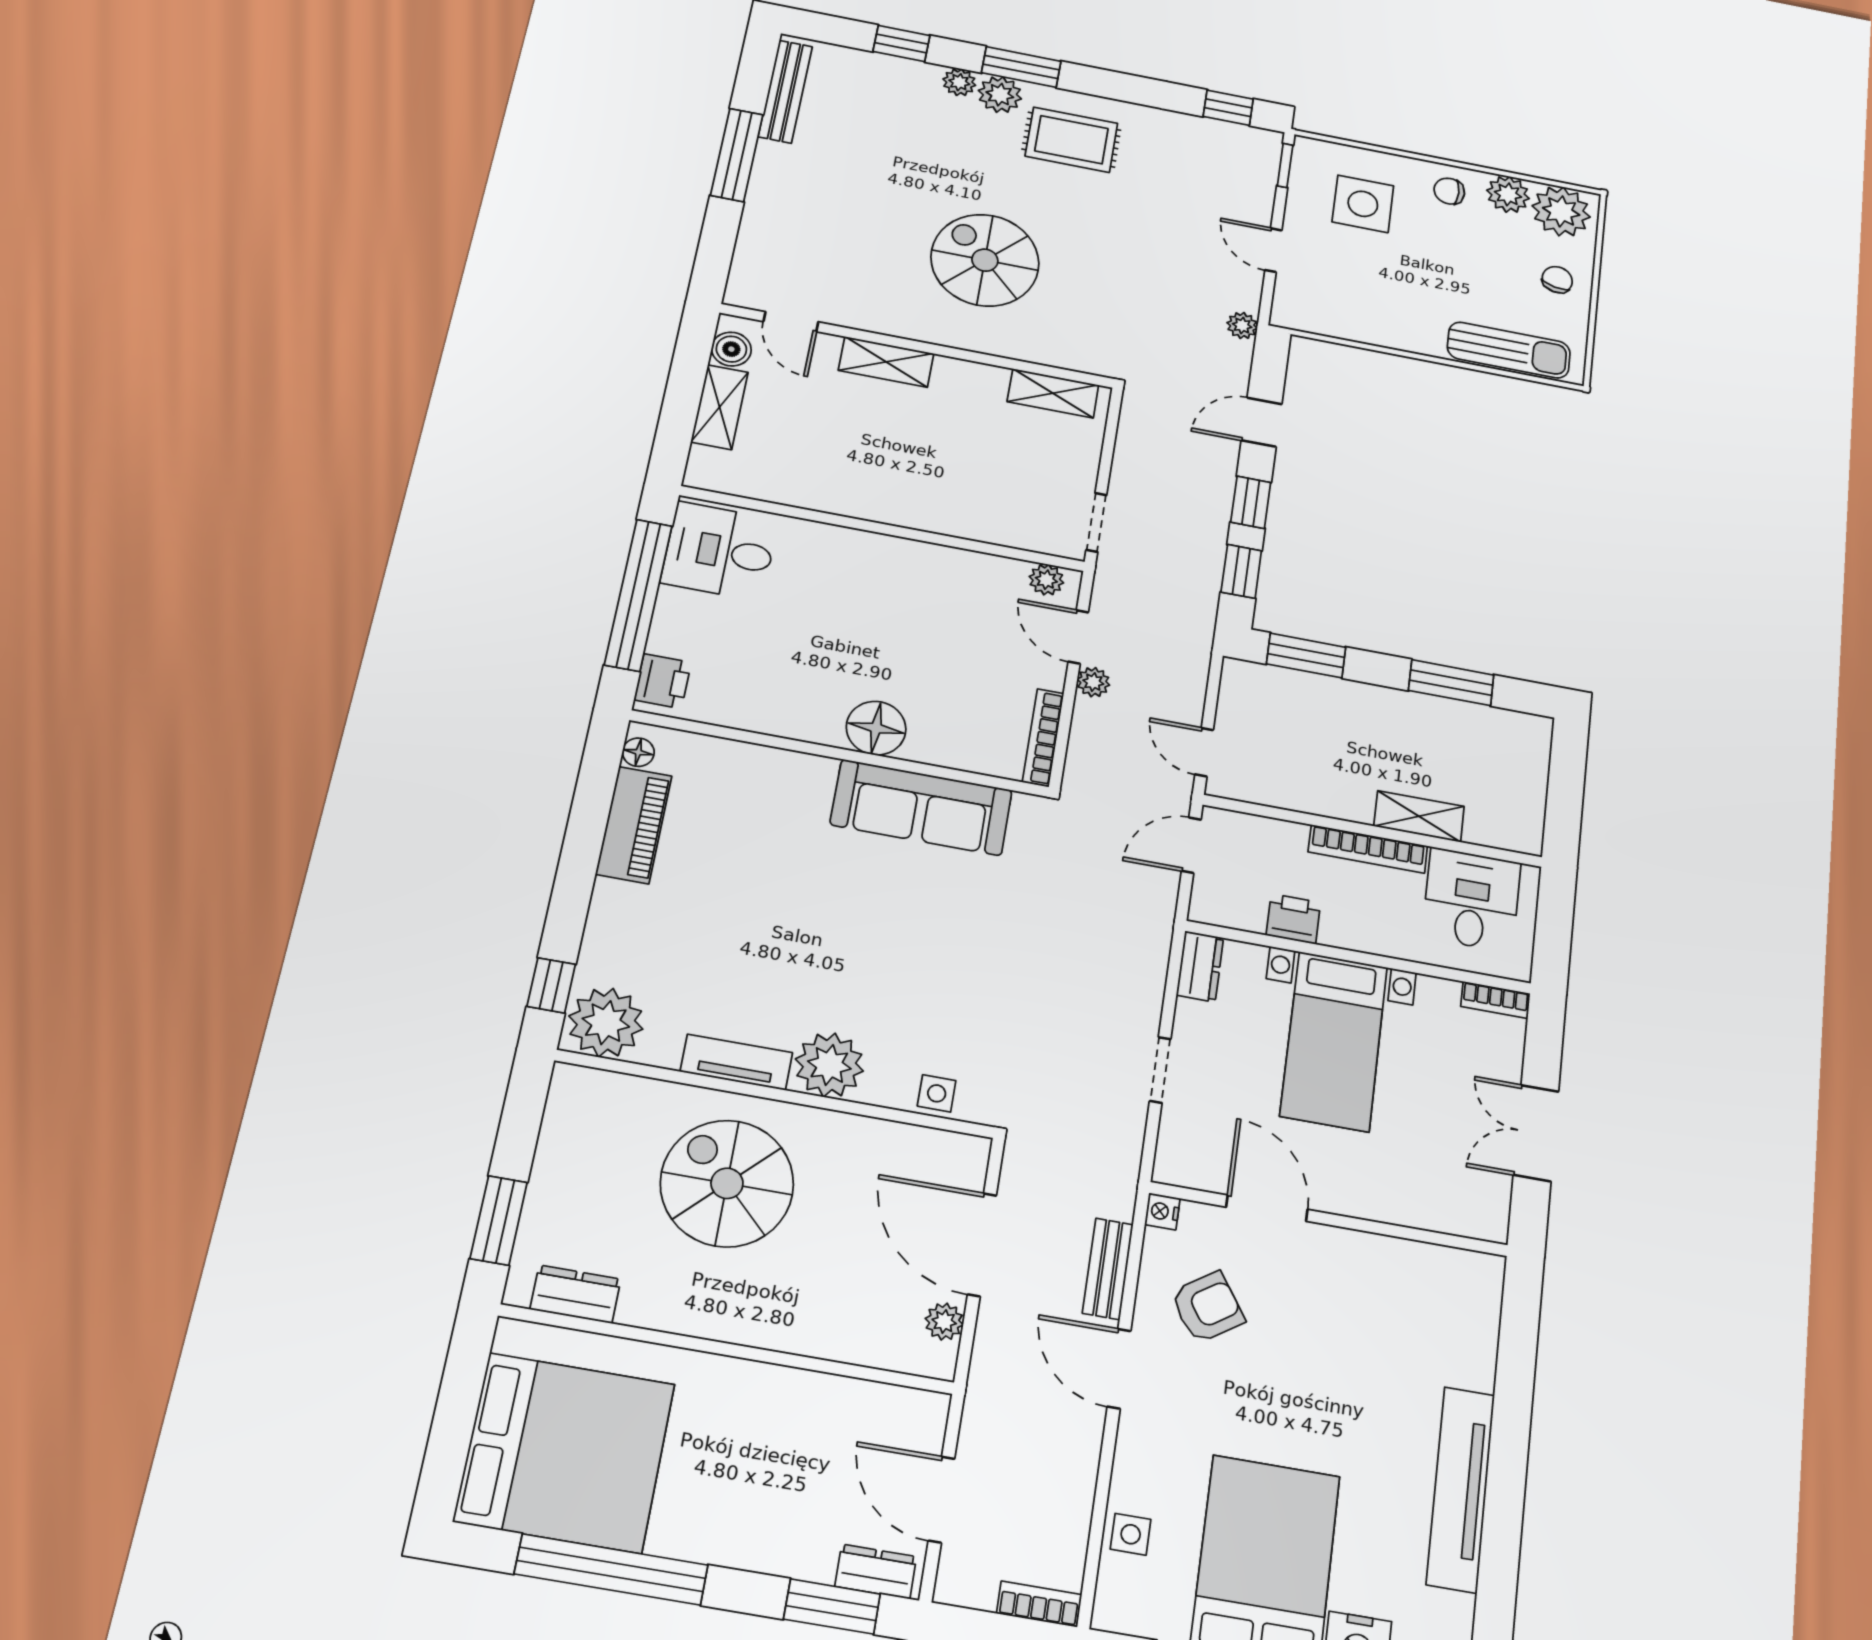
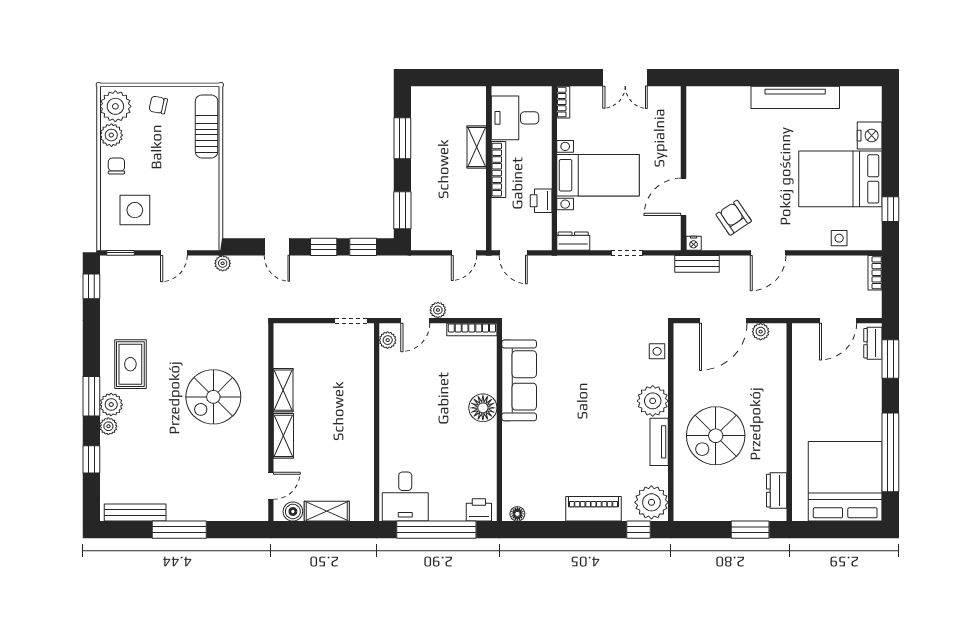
chair: (1449, 191) -> (116, 166), turned 180
shelving: (1053, 393) -> (283, 390), moved
piano: (634, 825) -> (593, 509), moved
bench: (1108, 1269) -> (697, 264), moved

